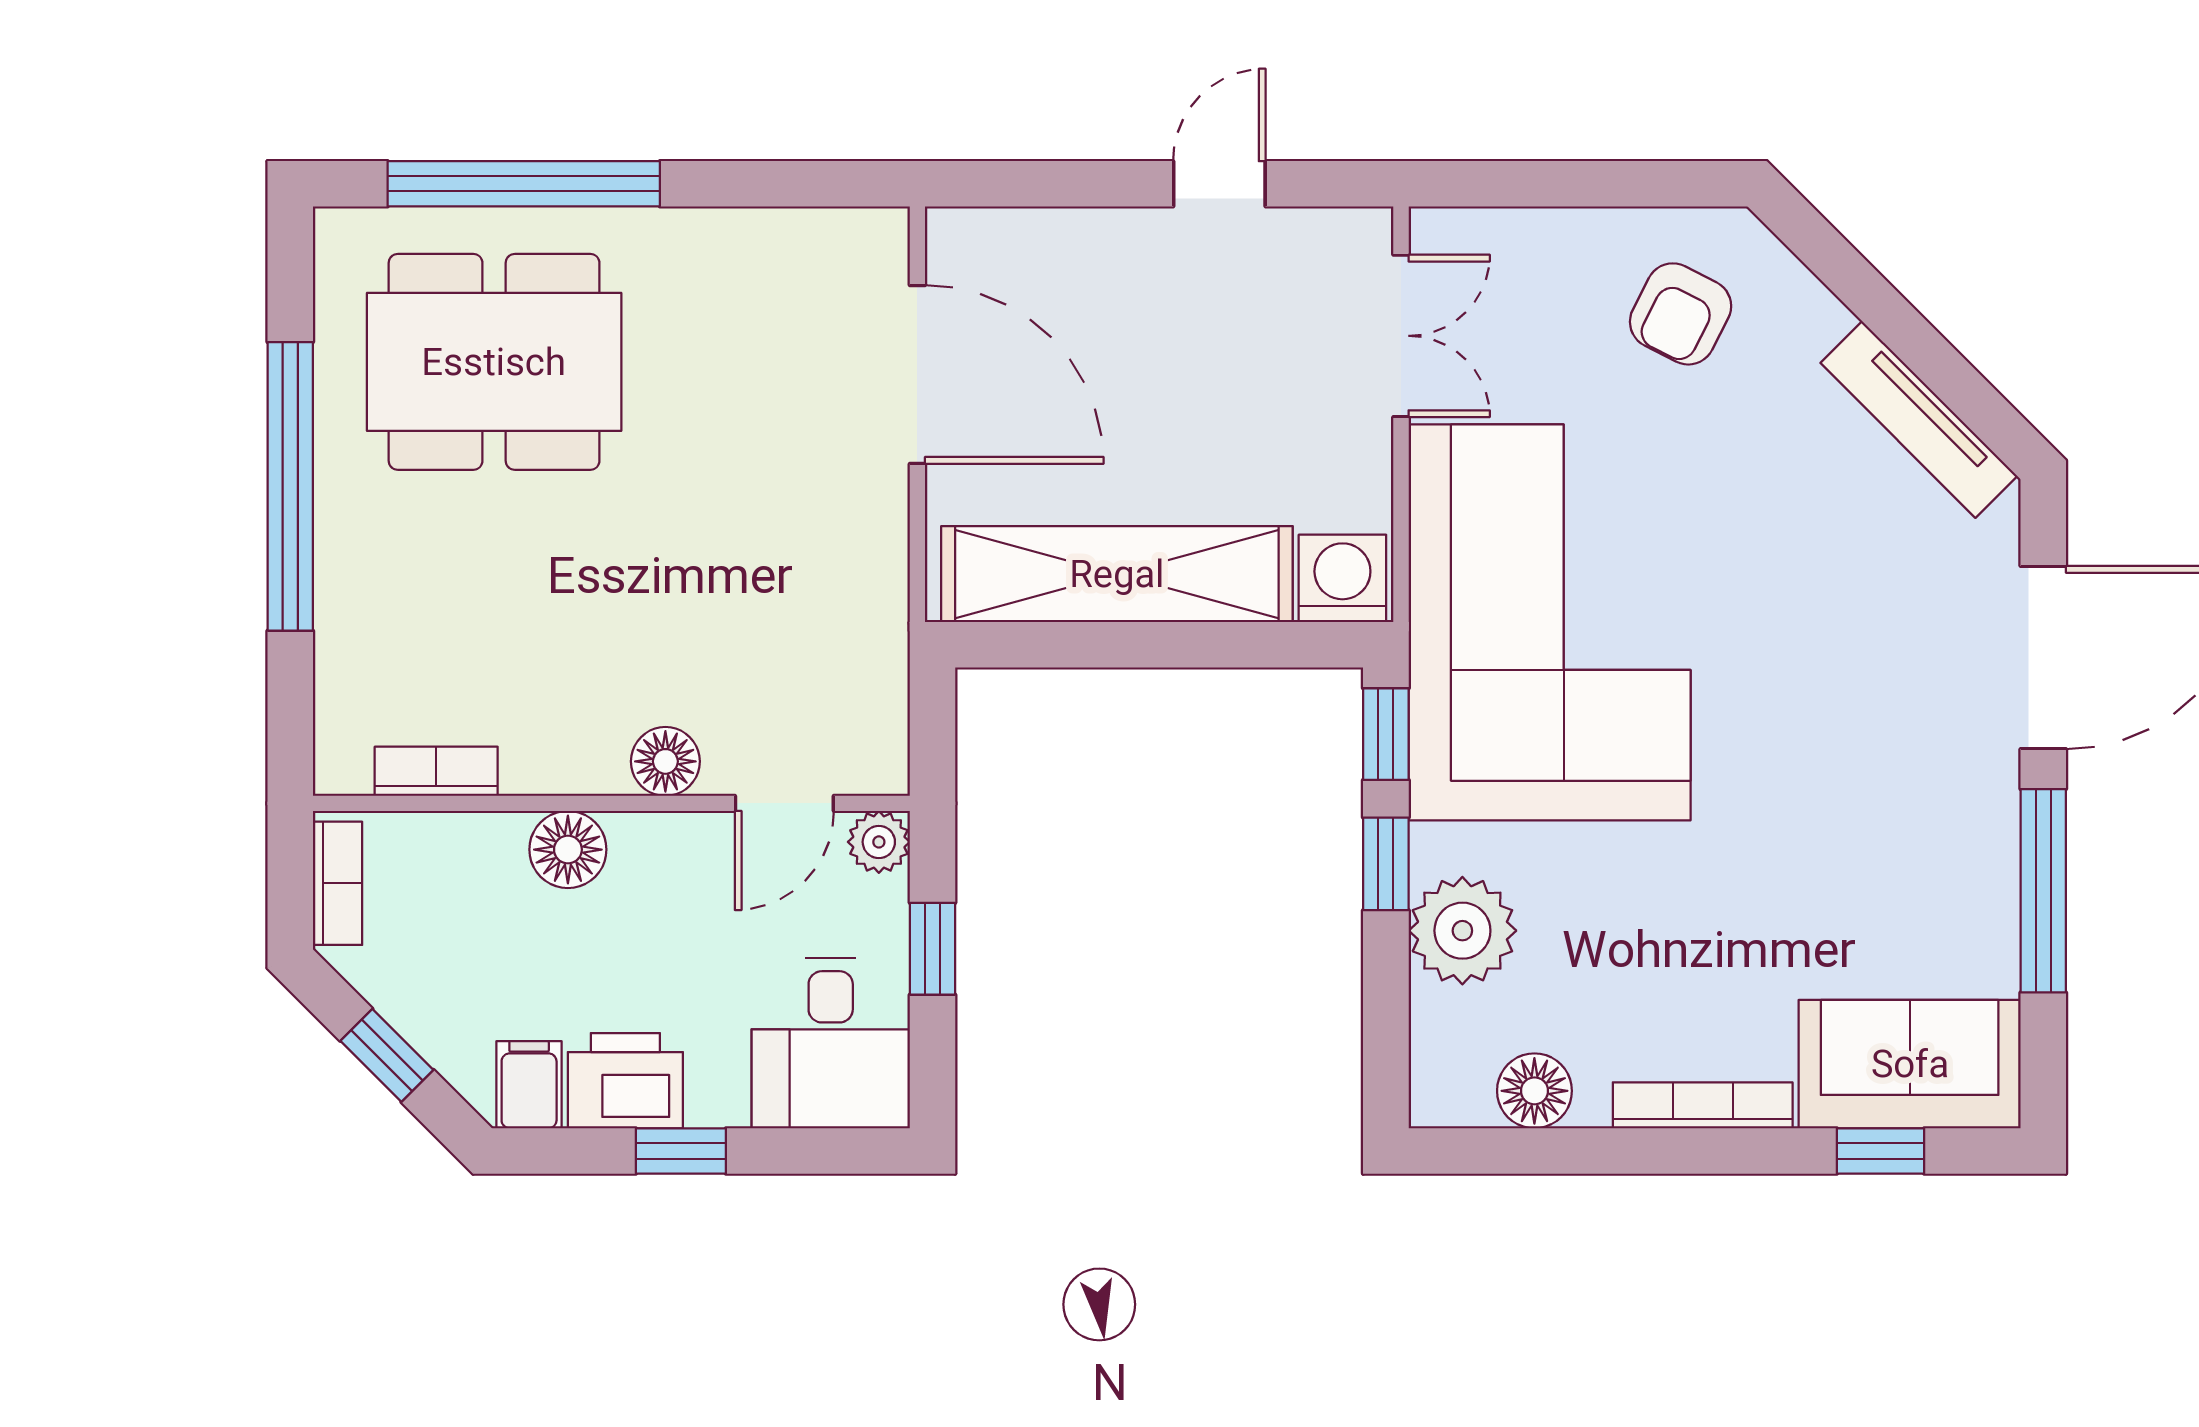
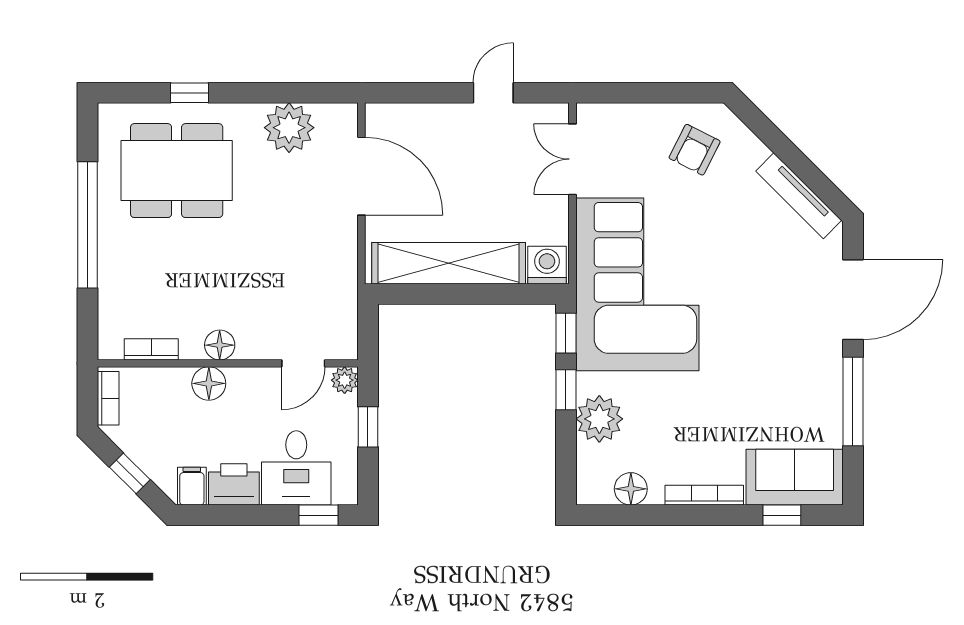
window: (524, 184) -> (189, 93), width x0.32
plant: (752, 264) -> (289, 128), added
double door: (1401, 336) -> (573, 159), swing flipped
floor lamp: (665, 761) -> (220, 345), moved
desk: (831, 1043) -> (296, 468), moved
window: (681, 1151) -> (318, 515), moved

